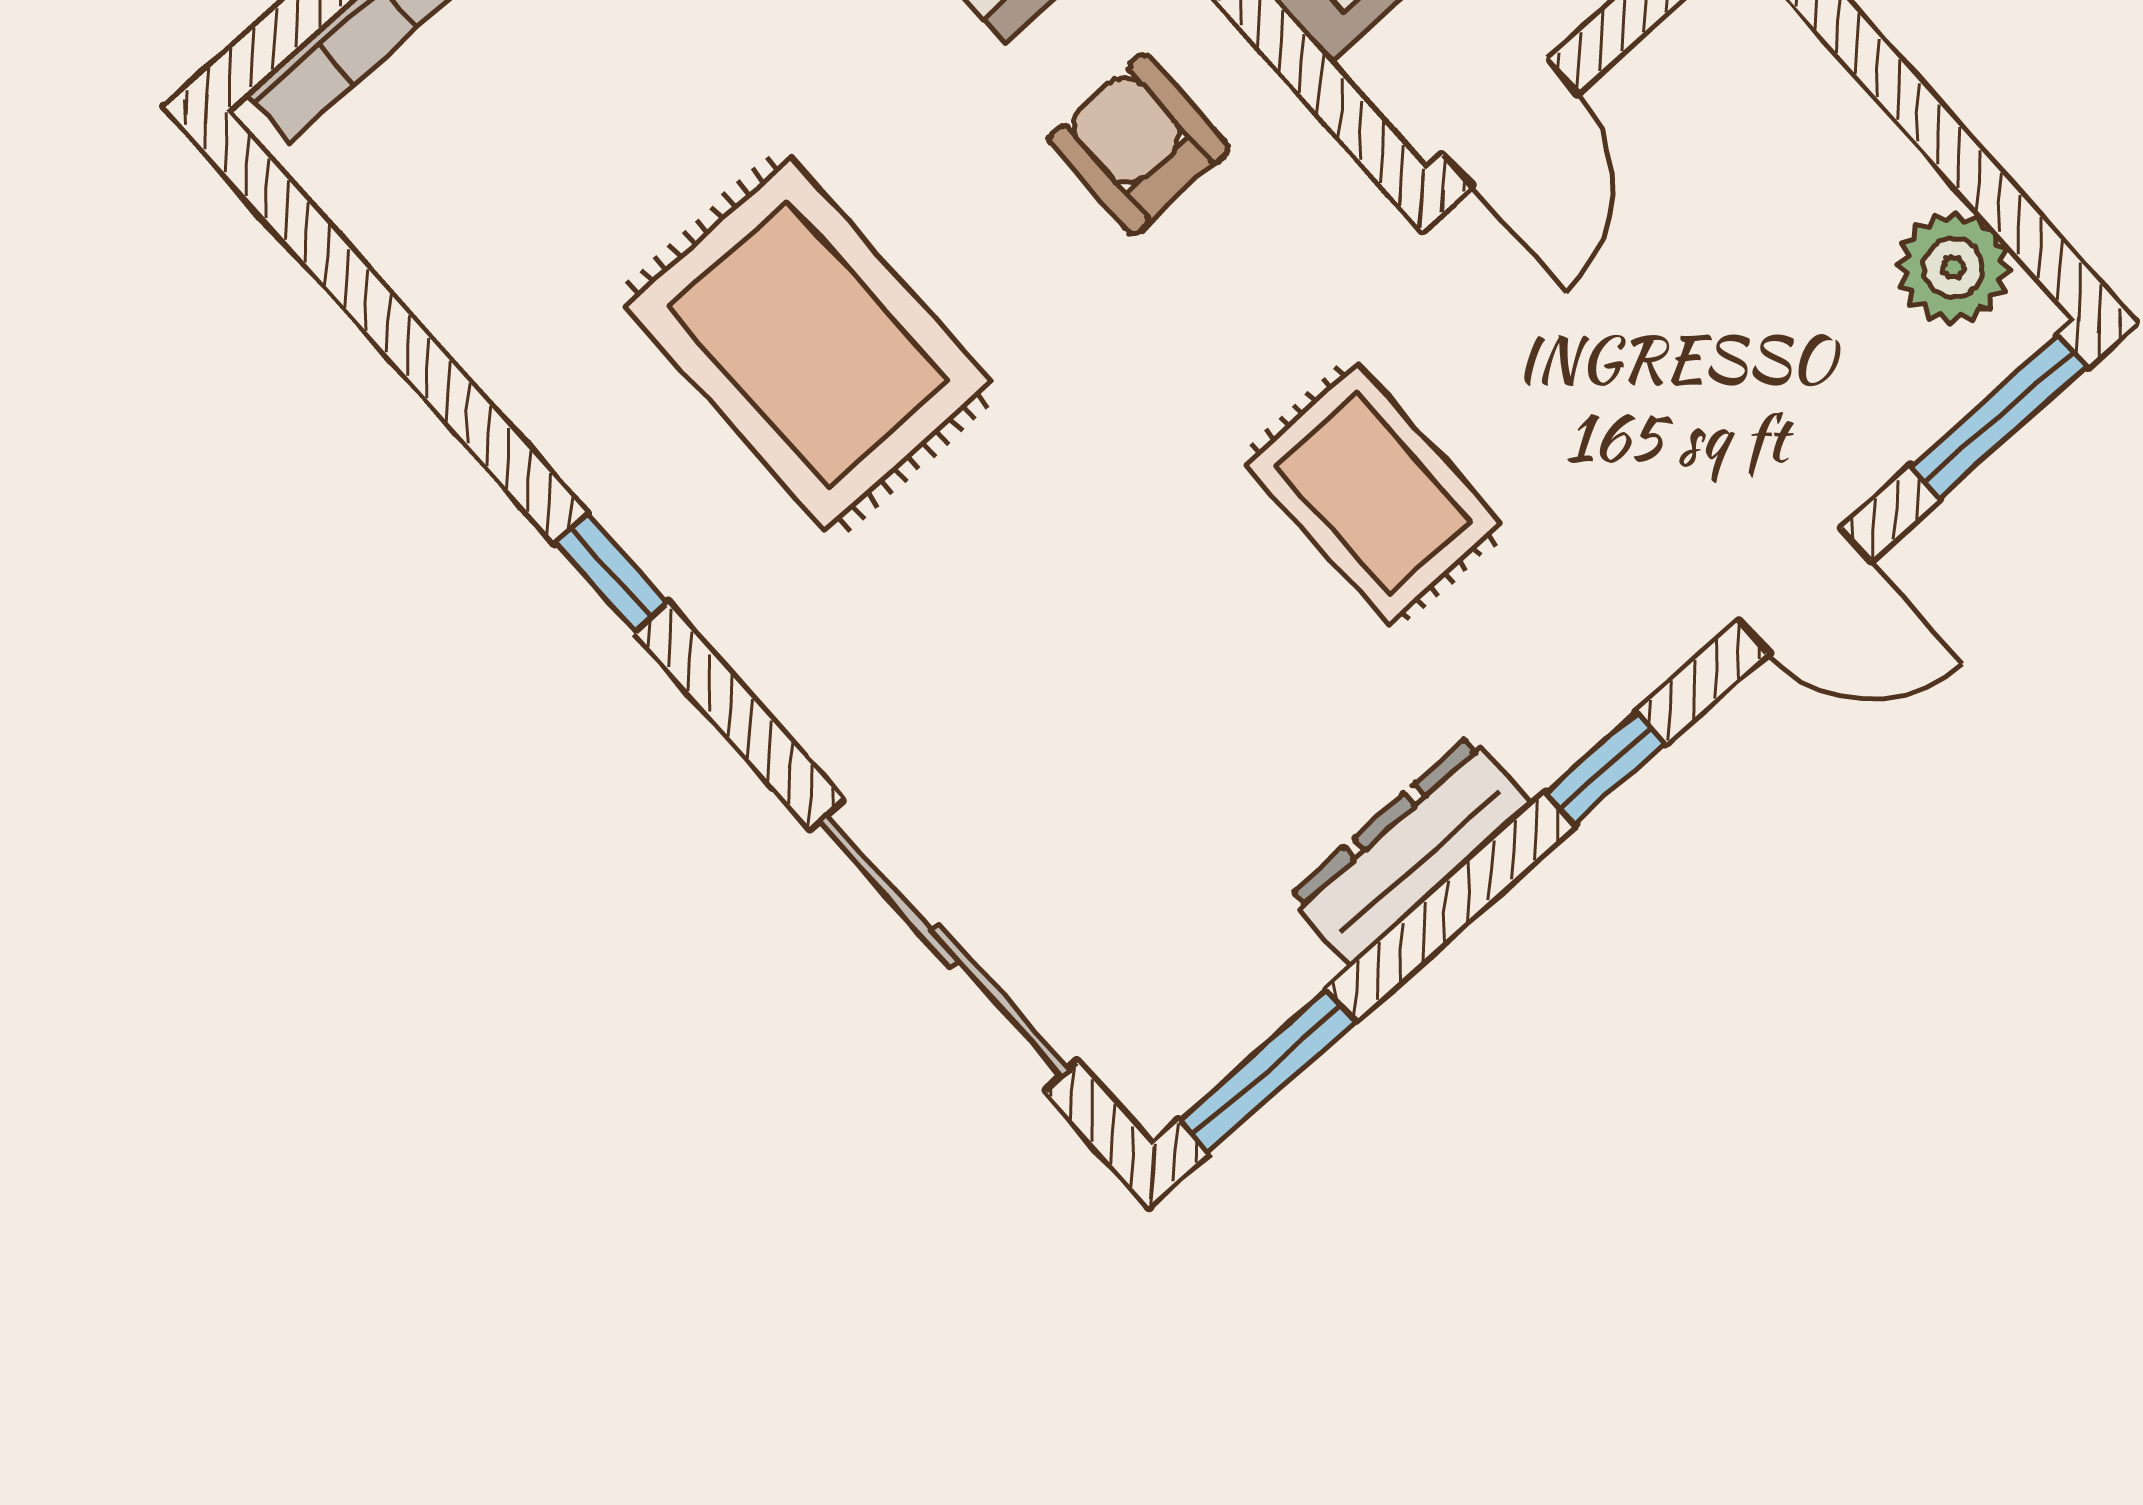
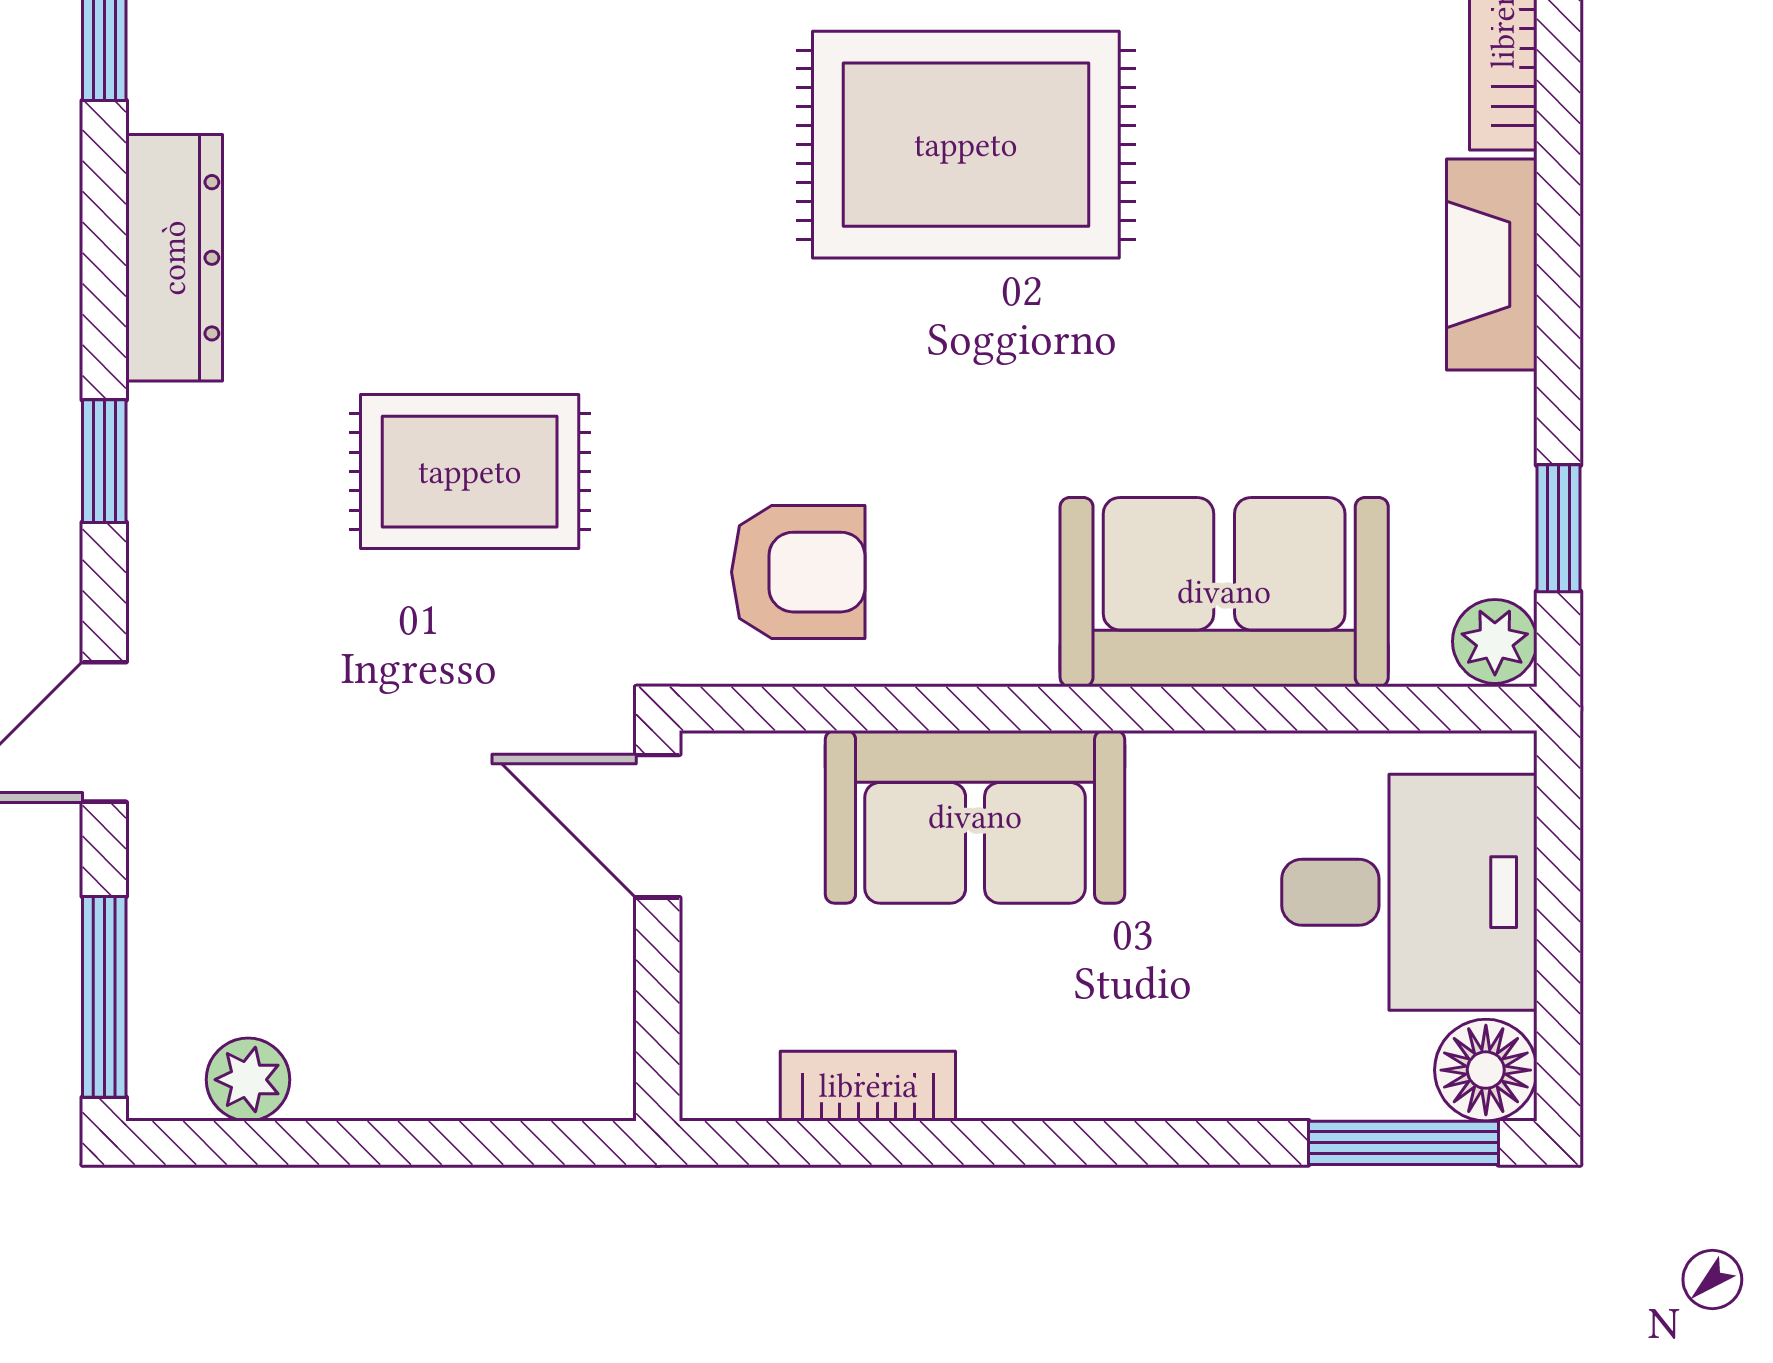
armchair: (1139, 144) -> (798, 572), moved
plant: (1953, 268) -> (248, 1080), width x0.73, depth x0.73

